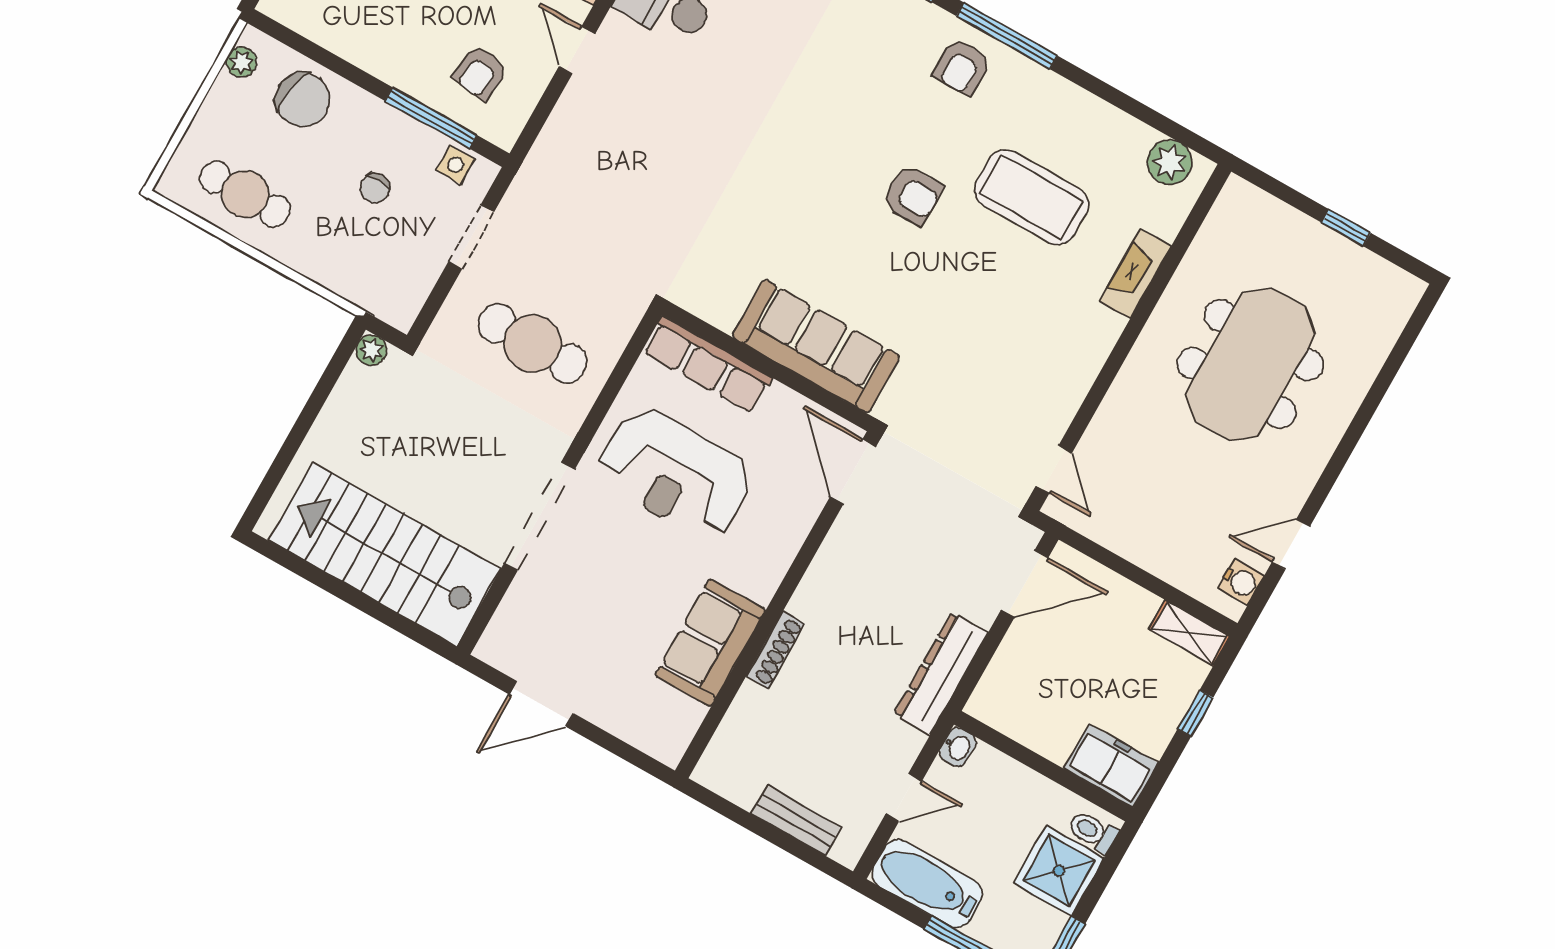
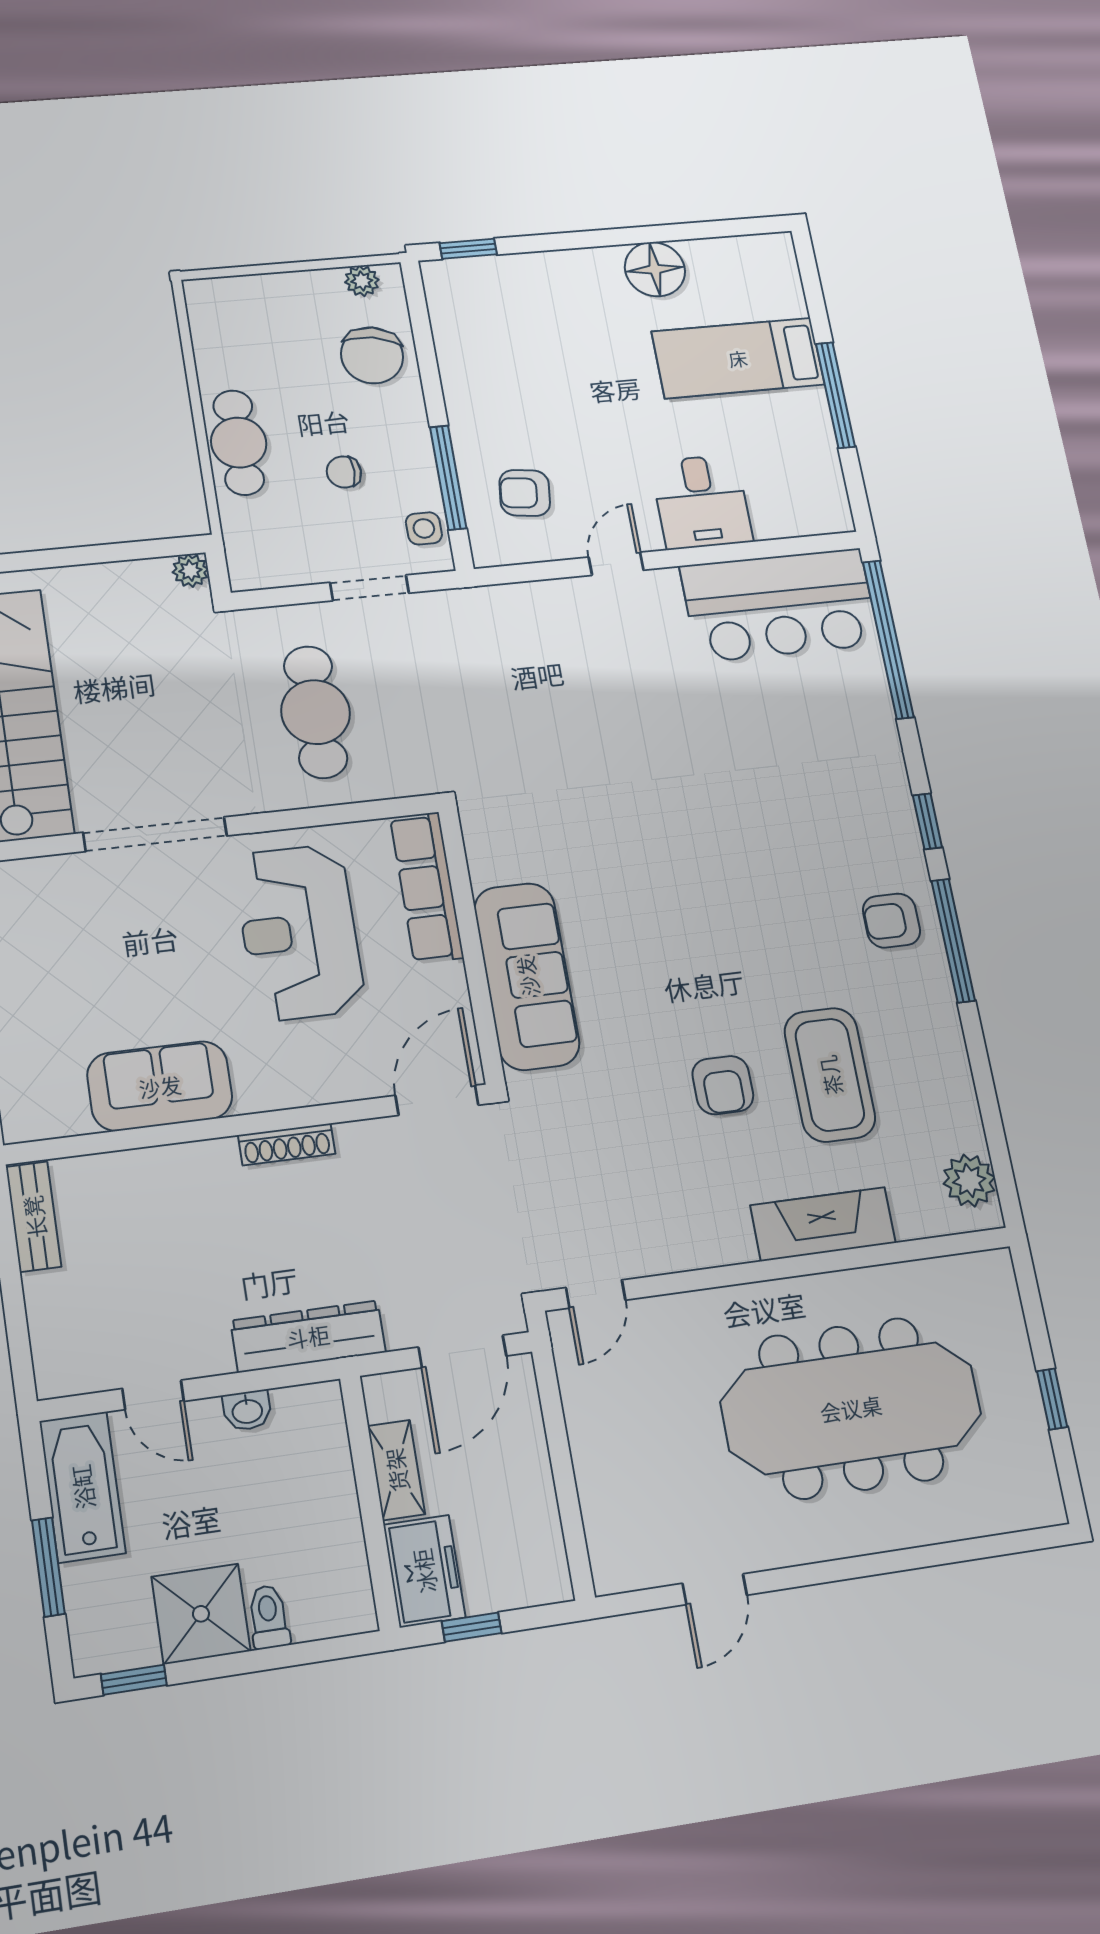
cafe table: (245, 194) -> (239, 443), moved
armchair: (912, 195) -> (723, 1085), moved
fireplace: (1135, 273) -> (823, 1224), width x1.37, depth x1.32
meeting table: (1250, 364) -> (851, 1408), width x1.36
door: (1291, 544) -> (715, 1589), swing flipped
water cooler: (1241, 582) -> (638, 1568), removed
door: (1025, 584) -> (462, 1352), hinge flipped
shelving: (1189, 633) -> (396, 1470), moved
shoe rack: (775, 650) -> (287, 1144), moved
wall: (1043, 766) -> (370, 1502), moved
freezer: (1111, 766) -> (424, 1571), moved
bench: (796, 821) -> (34, 1217), moved

